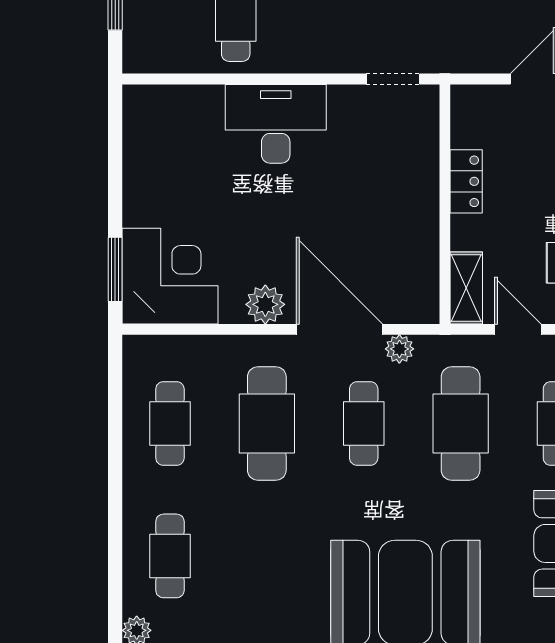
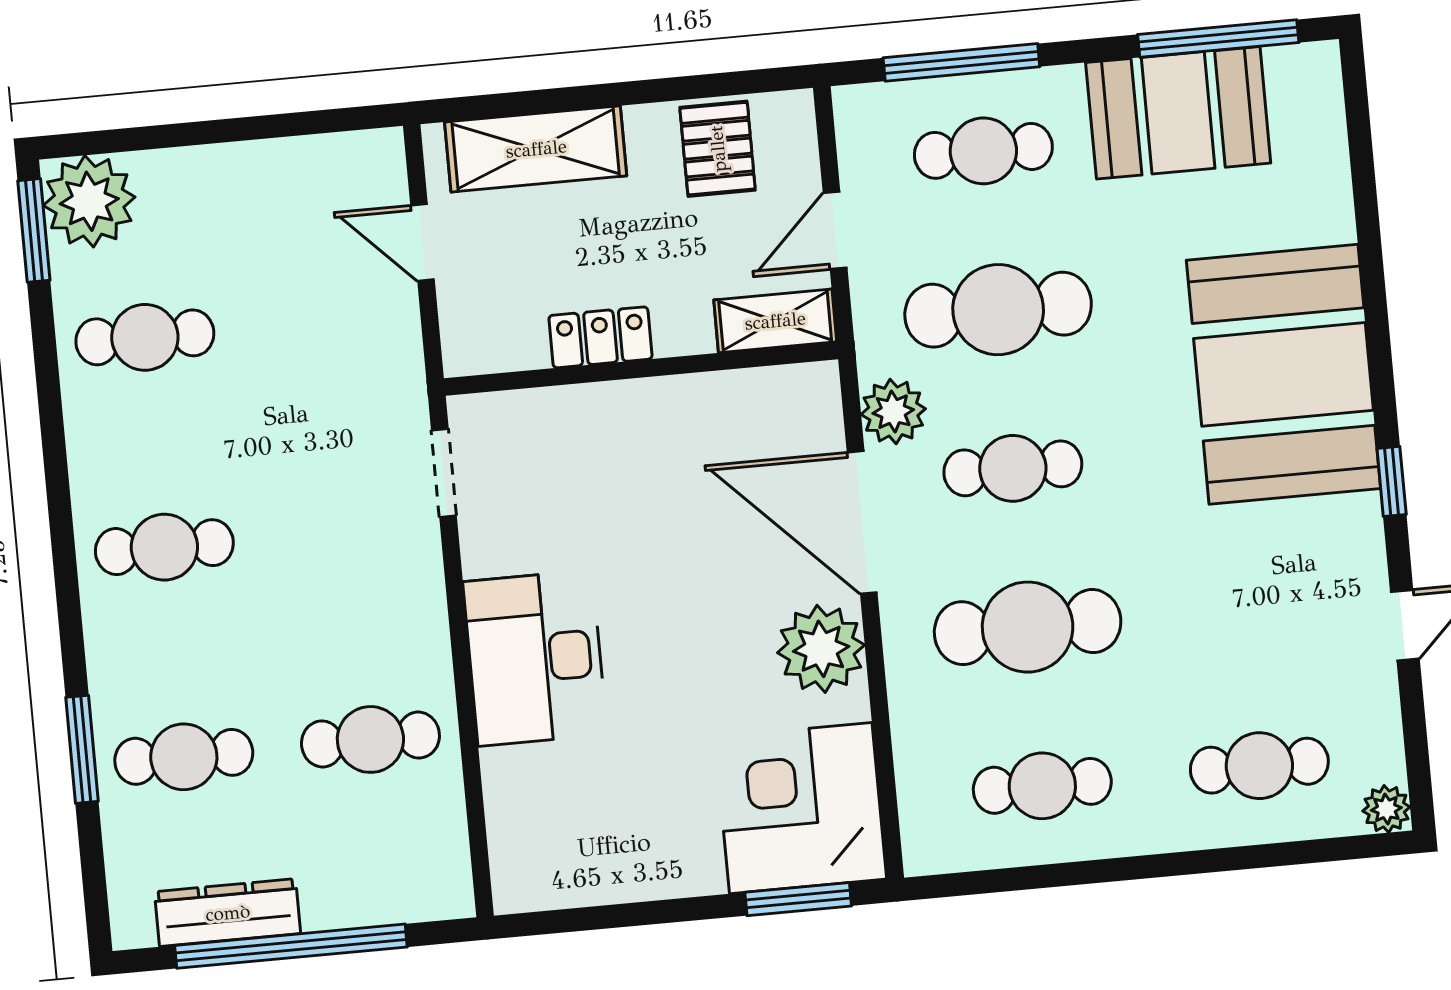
plant: (265, 304) -> (821, 649), width x1.36, depth x1.36
door: (339, 329) -> (862, 522), hinge flipped
plant: (399, 349) -> (893, 412), width x1.38, depth x1.38

